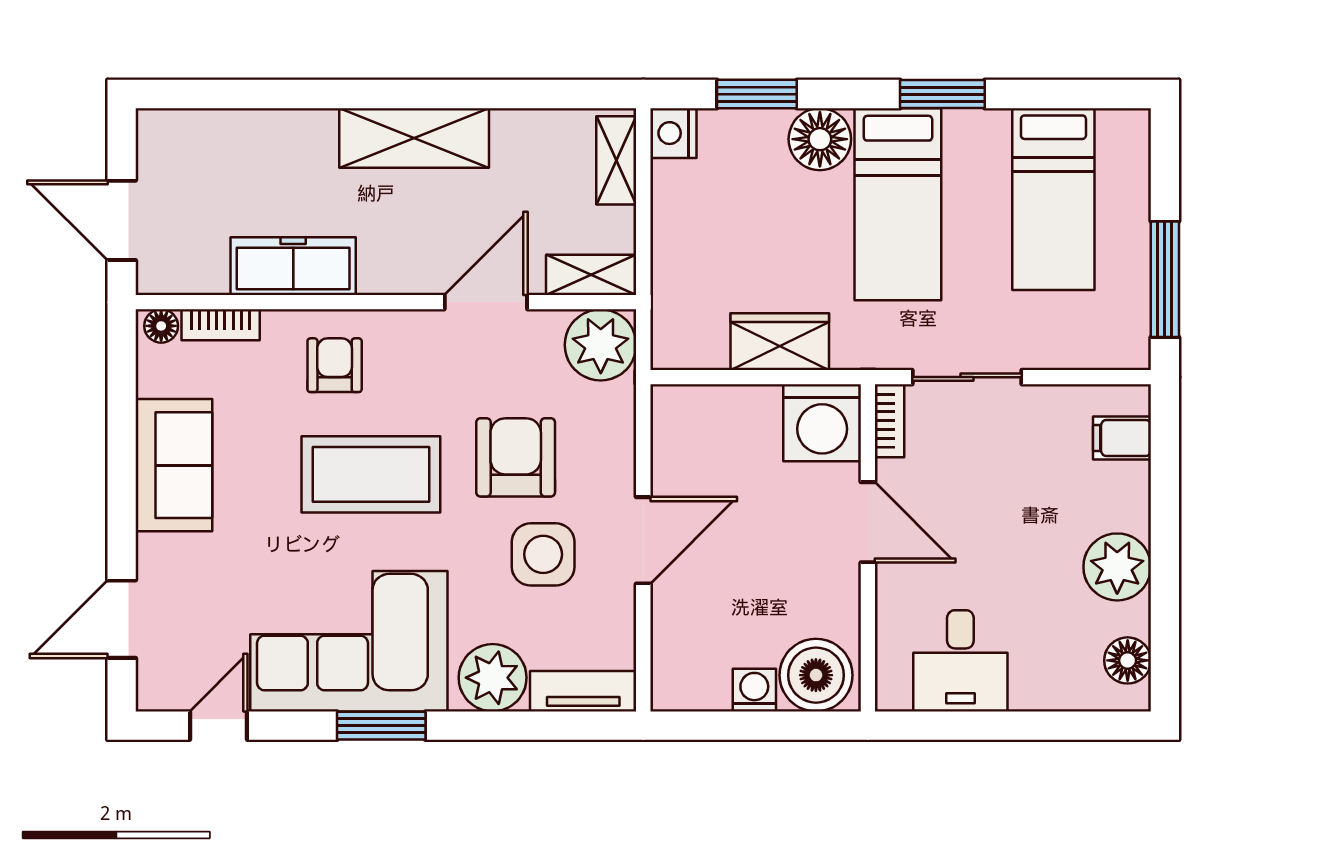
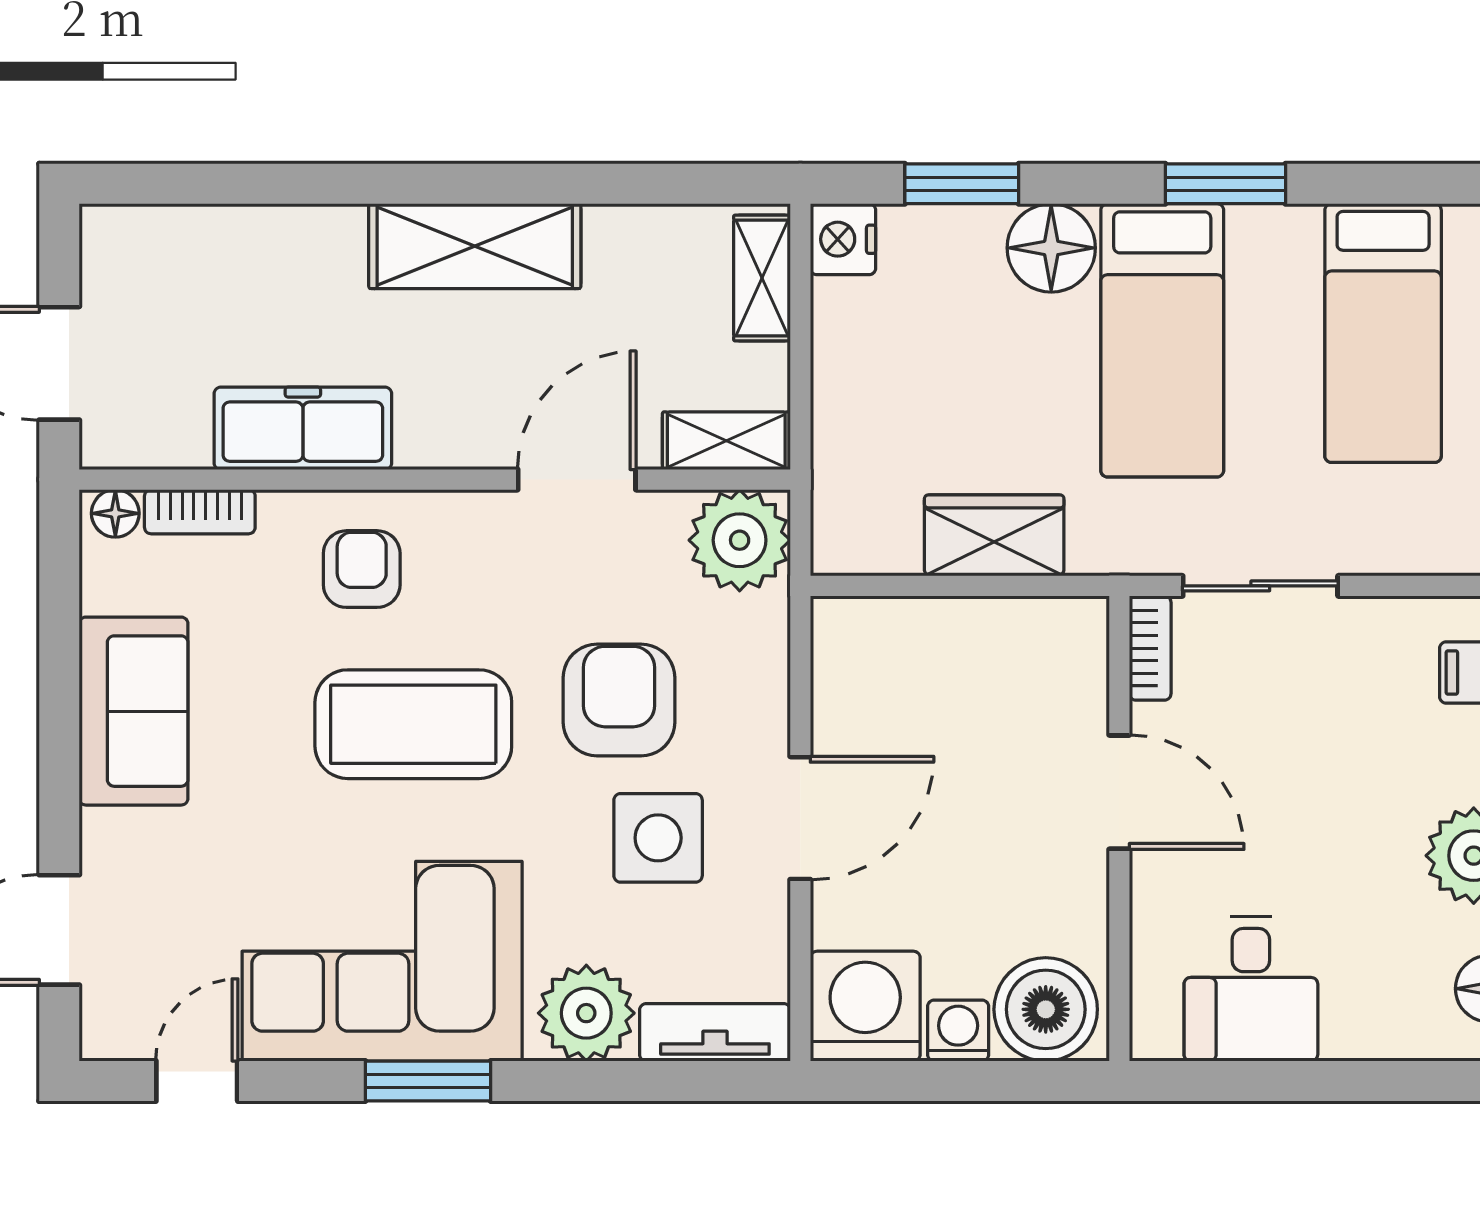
washing machine: (822, 423) -> (865, 1006), moved, turned 180

